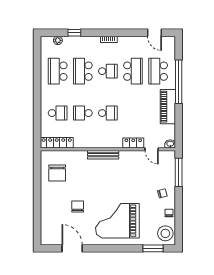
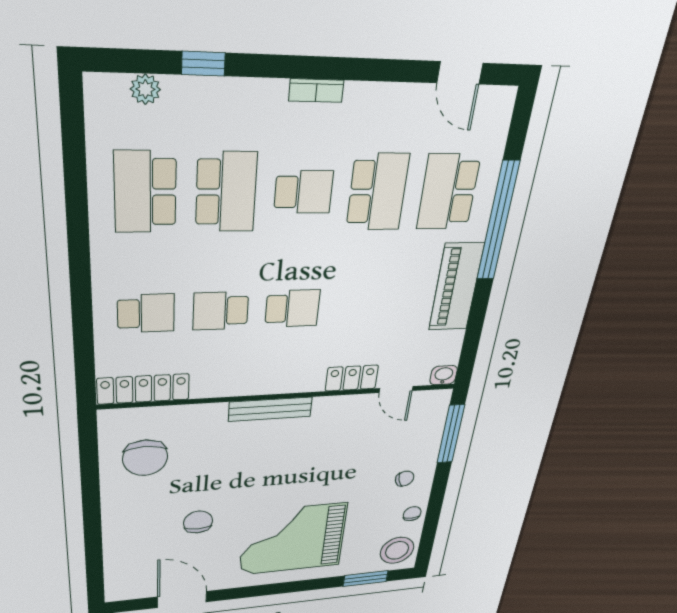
school desk: (83, 71) -> (226, 192), turned 180

